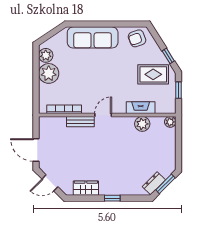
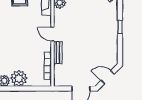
door: (50, 183) -> (108, 77), swing flipped
wardrobe: (86, 188) -> (112, 48), removed

